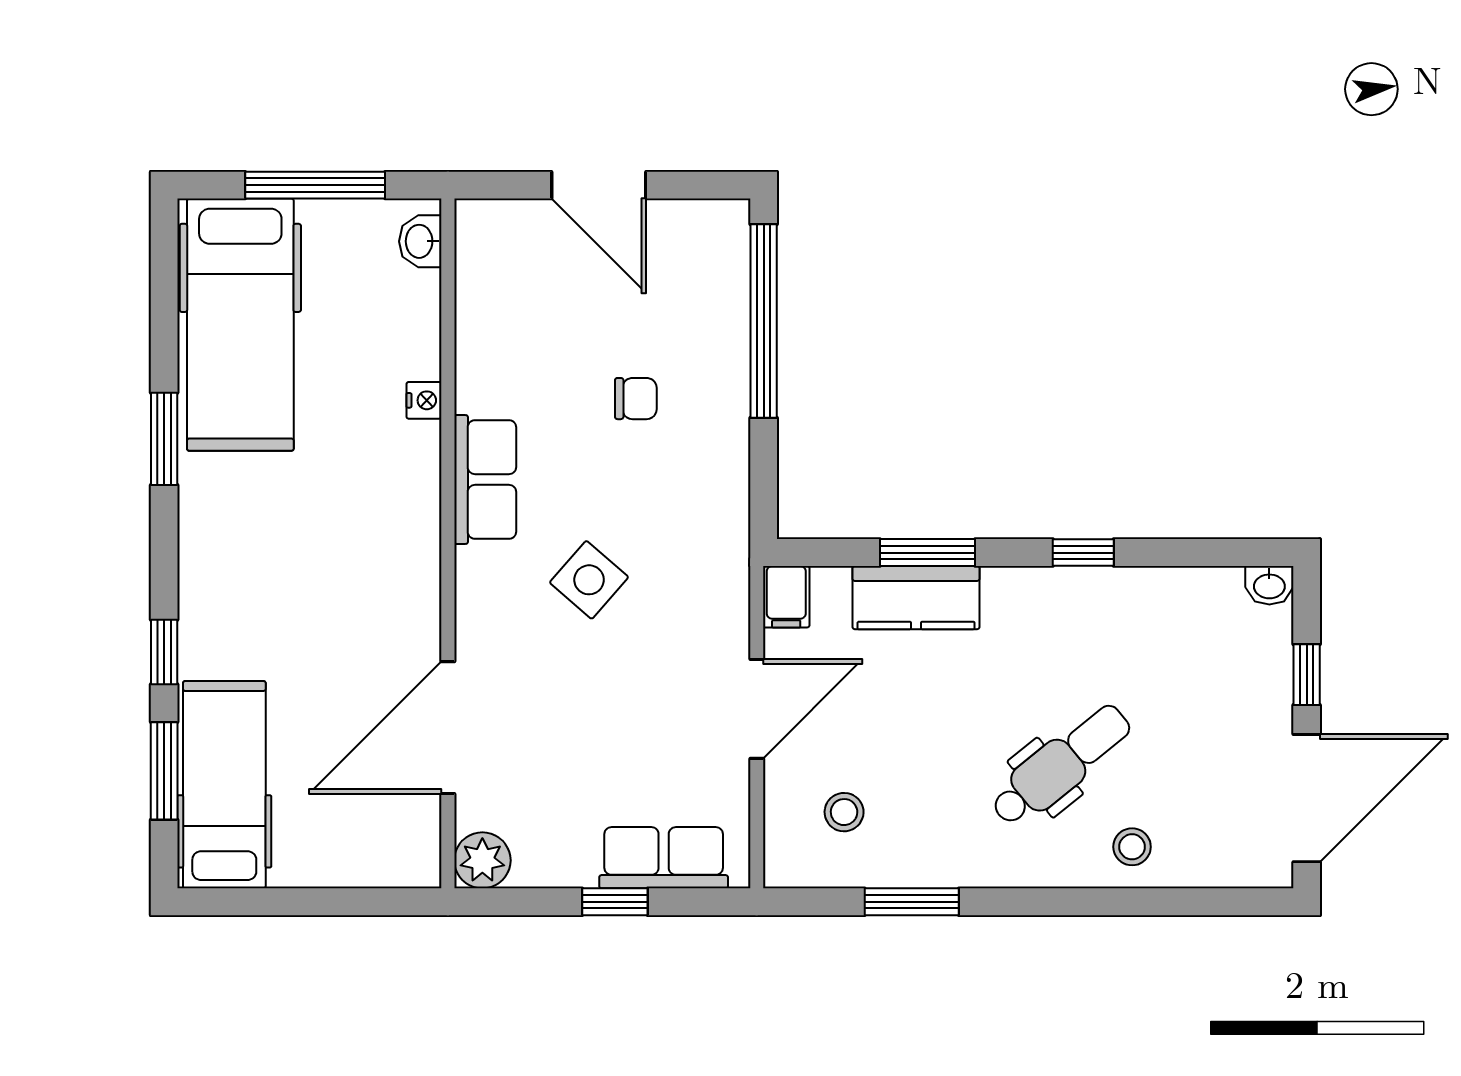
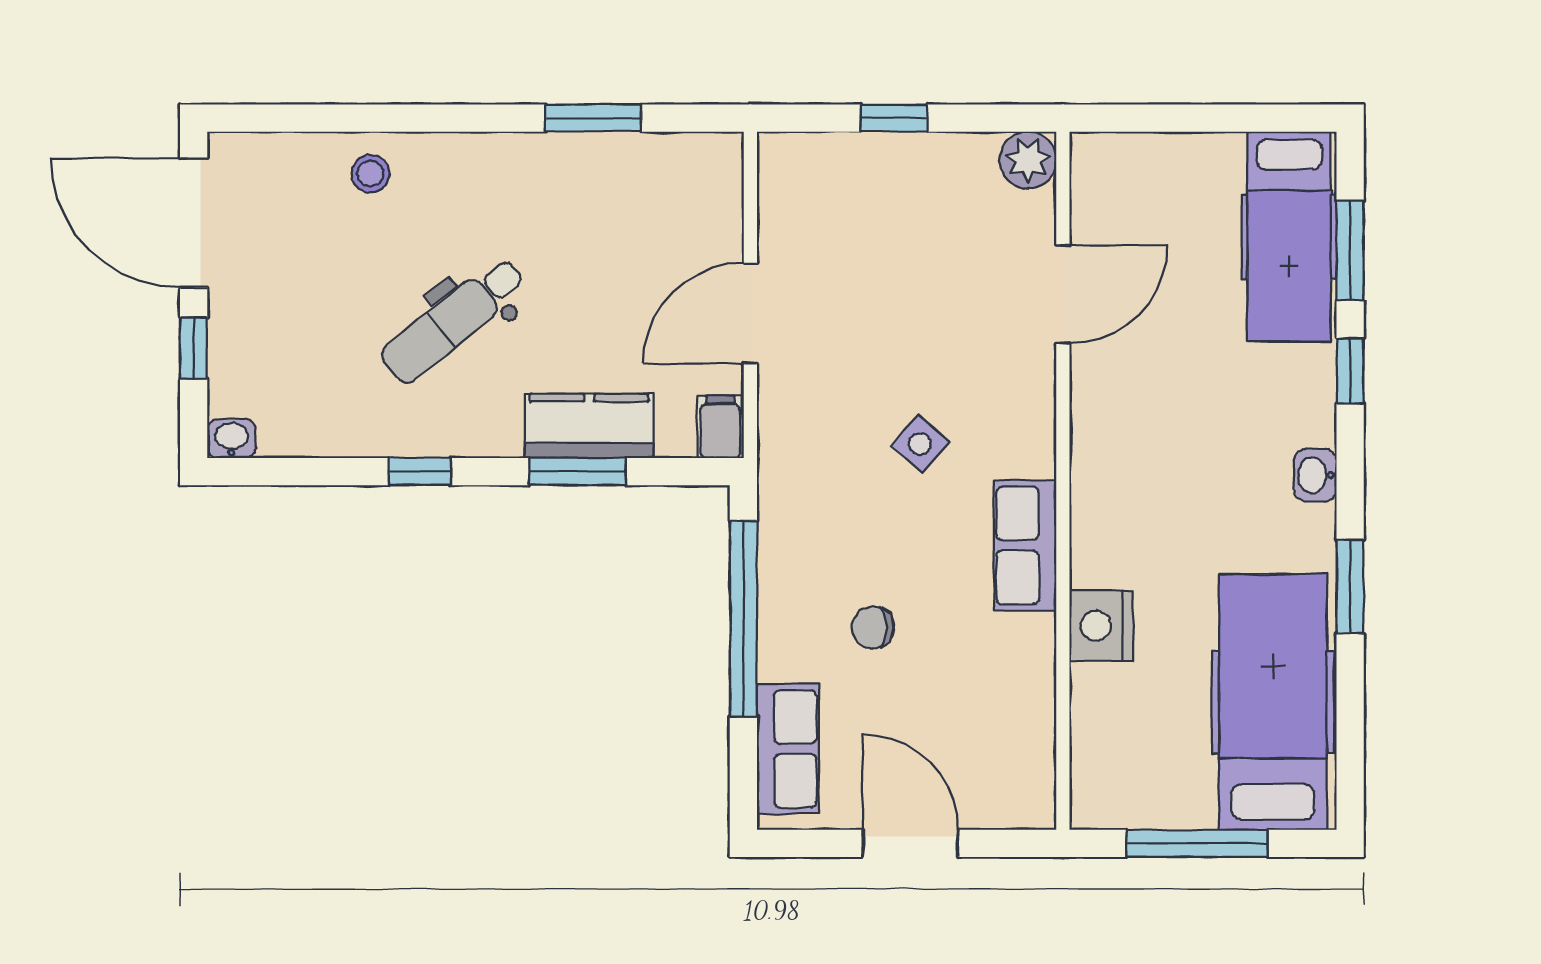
washbasin: (420, 241) -> (1315, 475), moved, turned 180
window: (764, 321) -> (743, 619), moved
nightstand: (424, 400) -> (1101, 626), width x1.89, depth x1.79
side table: (589, 580) -> (920, 444), width x0.73, depth x0.73
door: (448, 728) -> (1063, 294), width x0.73
dental chair: (1061, 765) -> (453, 320), moved
door: (1307, 798) -> (194, 223), hinge flipped
stool: (844, 812) -> (662, 209), removed
row of seats: (664, 858) -> (788, 749), moved, turned -90

